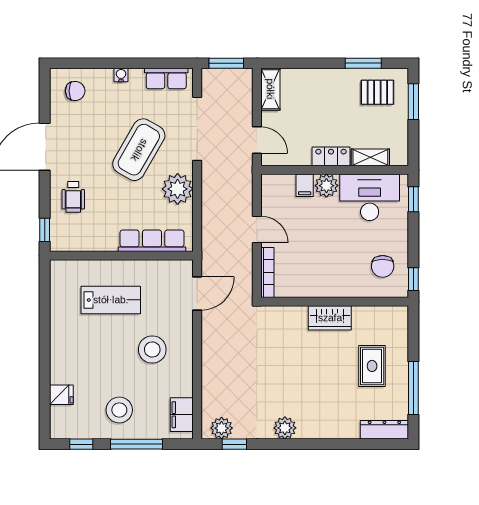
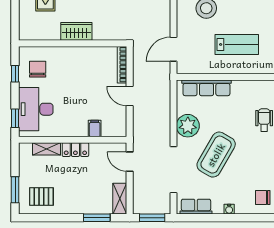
window: (363, 63) -> (97, 218), moved
plant: (326, 186) -> (79, 128), removed
desk: (370, 197) -> (36, 109), moved, turned 90
window: (413, 279) -> (15, 74), moved
lab bench: (111, 300) -> (237, 44), turned 180

